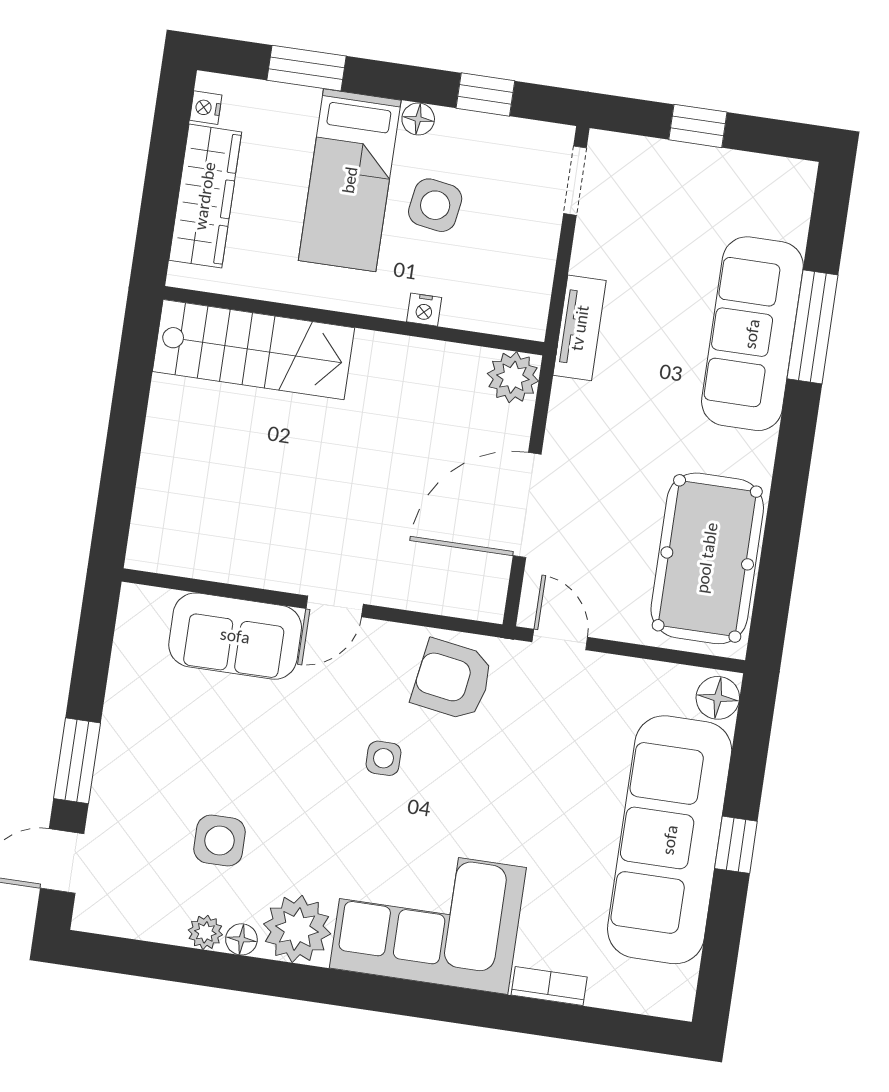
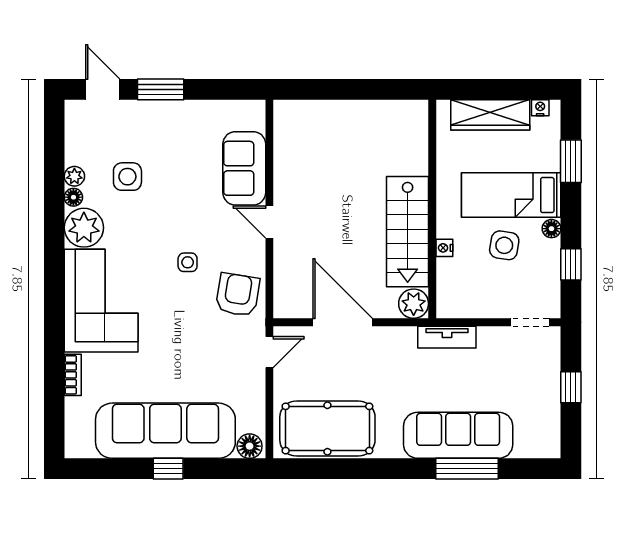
stairs: (254, 350) -> (408, 232), moved

